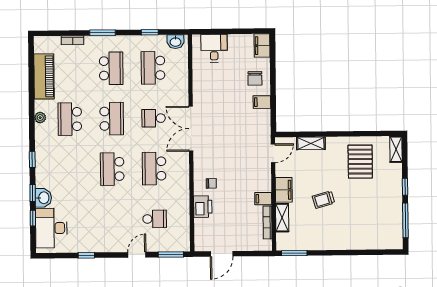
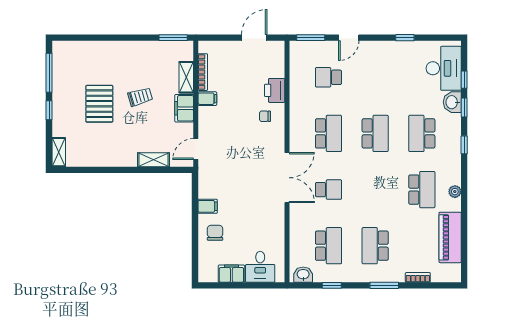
filing cabinet: (262, 46) -> (231, 274), moved, turned -90
school desk: (112, 119) -> (422, 133), moved
pallet: (360, 162) -> (99, 104), moved

